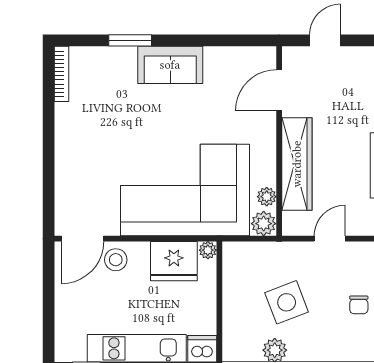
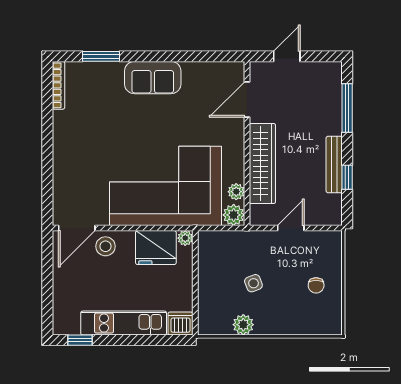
window: (130, 40) -> (101, 56), moved
side table: (287, 302) -> (253, 283), width x0.54, depth x0.54

